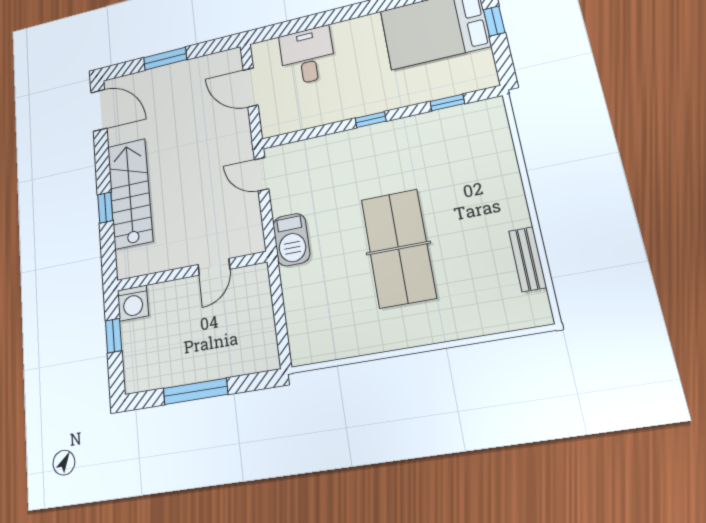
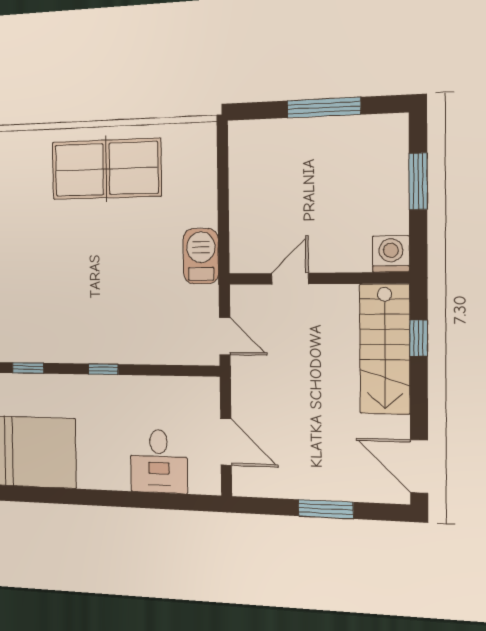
table tennis table: (398, 248) -> (106, 169), moved, turned 90
door: (214, 267) -> (290, 279), moved
wall: (191, 271) -> (318, 278), moved
washing machine: (133, 303) -> (391, 254), moved
window: (114, 336) -> (418, 181), width x1.50

